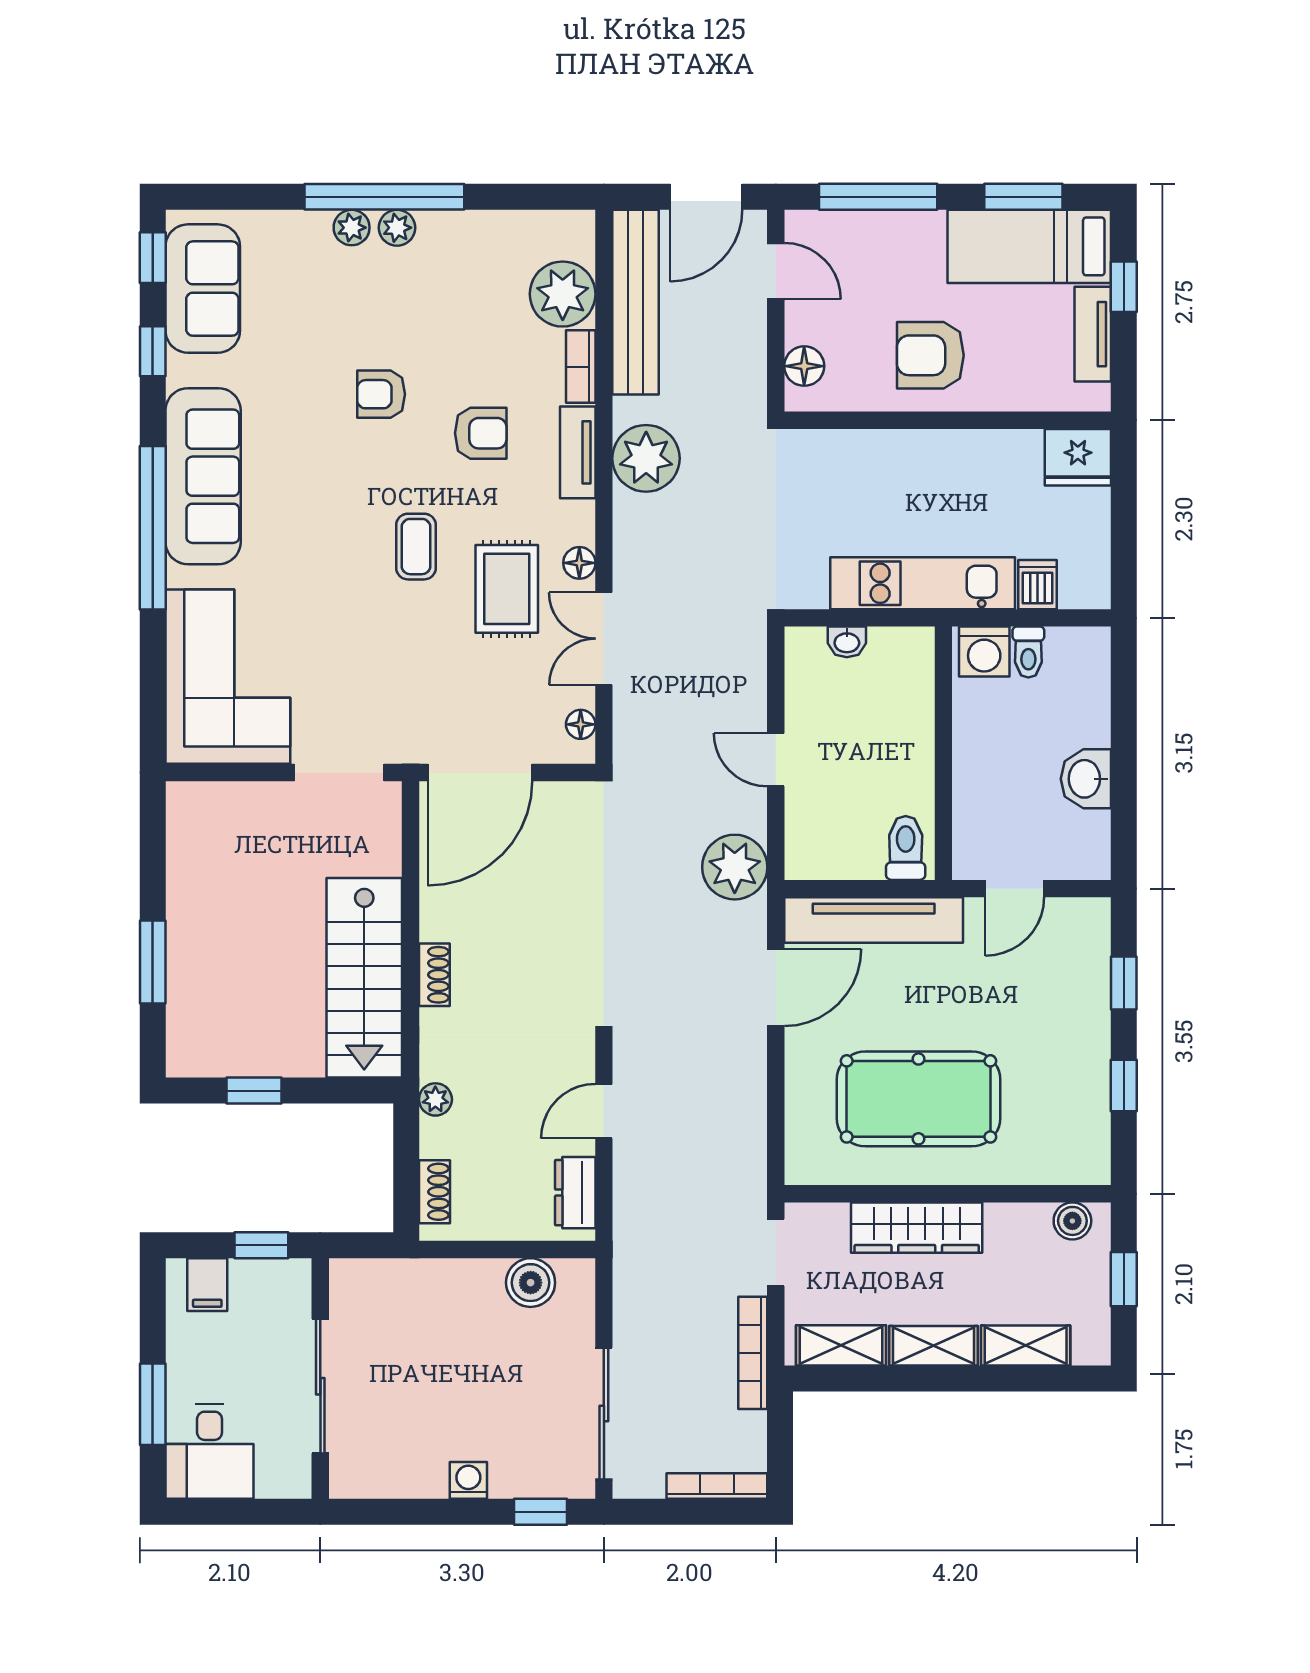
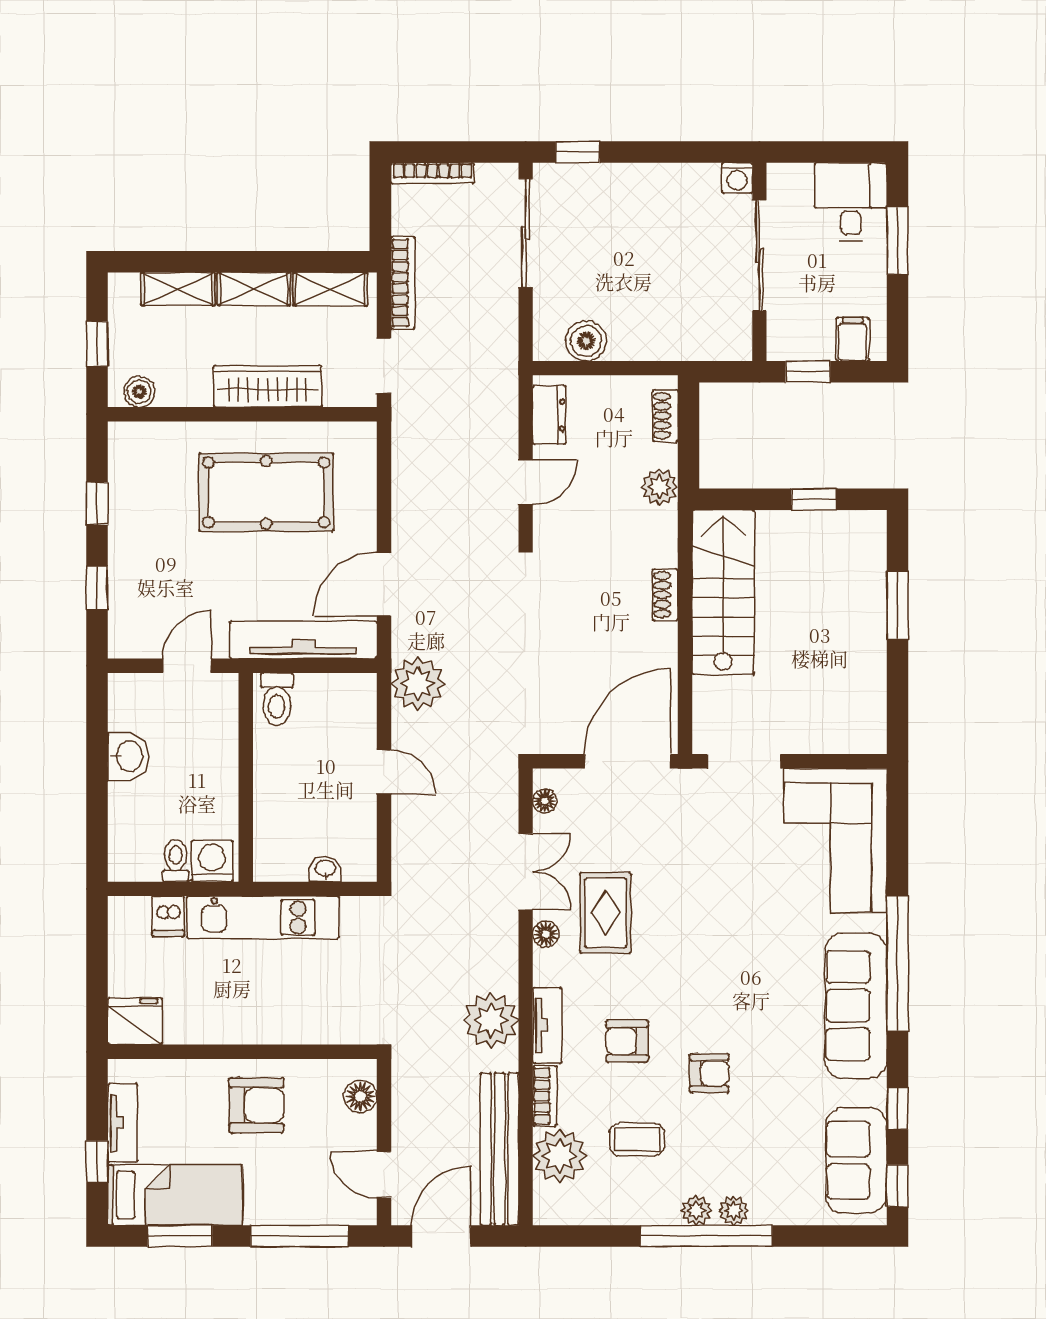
coffee table: (416, 547) -> (637, 1140), moved, turned 90
plant: (435, 1099) -> (659, 487), width x1.38, depth x1.38
washing machine: (468, 1480) -> (737, 178), moved

